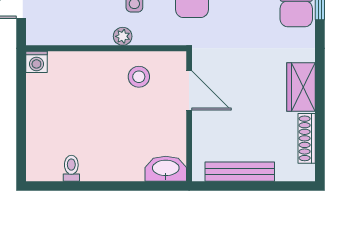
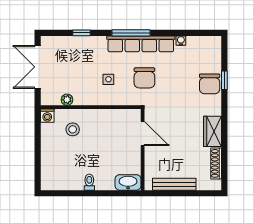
plant: (123, 36) -> (67, 100), moved
stool: (139, 77) -> (73, 129), moved
toilet: (71, 168) -> (89, 182), moved

